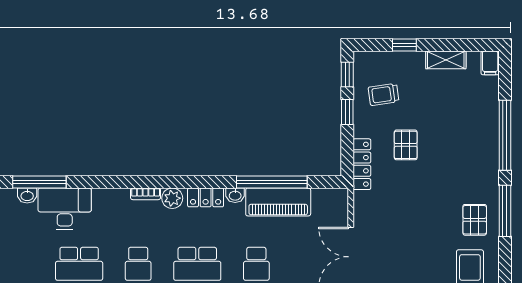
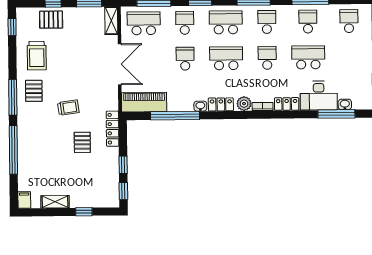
trolley: (384, 94) -> (68, 108), moved
locker: (111, 197) -> (287, 104), added
piano: (278, 202) -> (144, 102), moved

